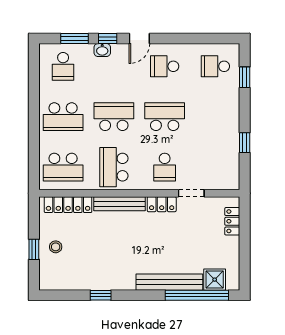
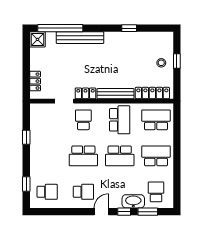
washbasin: (102, 50) -> (133, 201), width x1.91, depth x1.45
shower: (215, 280) -> (37, 39), moved

